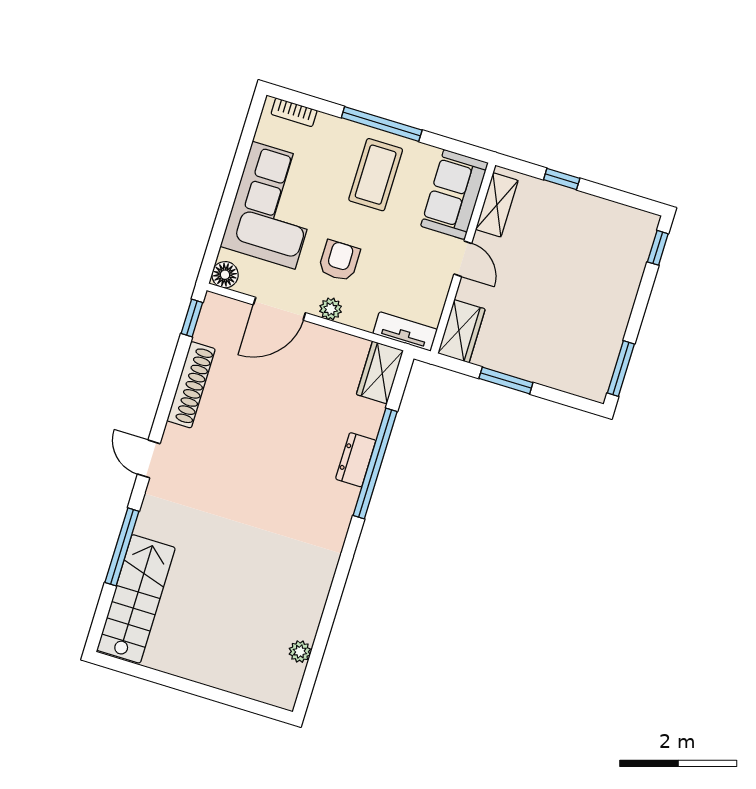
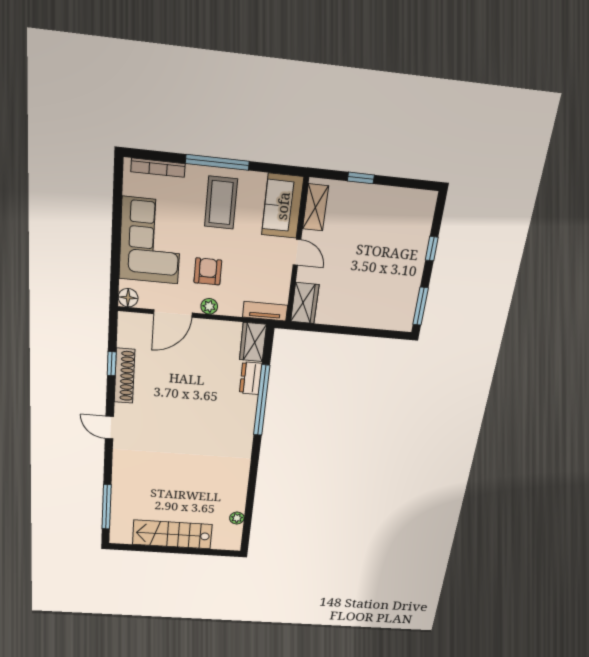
bookcase: (294, 112) -> (158, 168), width x1.56
window: (658, 248) -> (432, 249), moved
window: (192, 318) -> (112, 364), moved
window: (506, 380) -> (341, 330), removed
dresser: (356, 460) -> (251, 378), moved
window: (122, 547) -> (107, 507), moved
stairs: (136, 599) -> (172, 534), moved, turned -90

